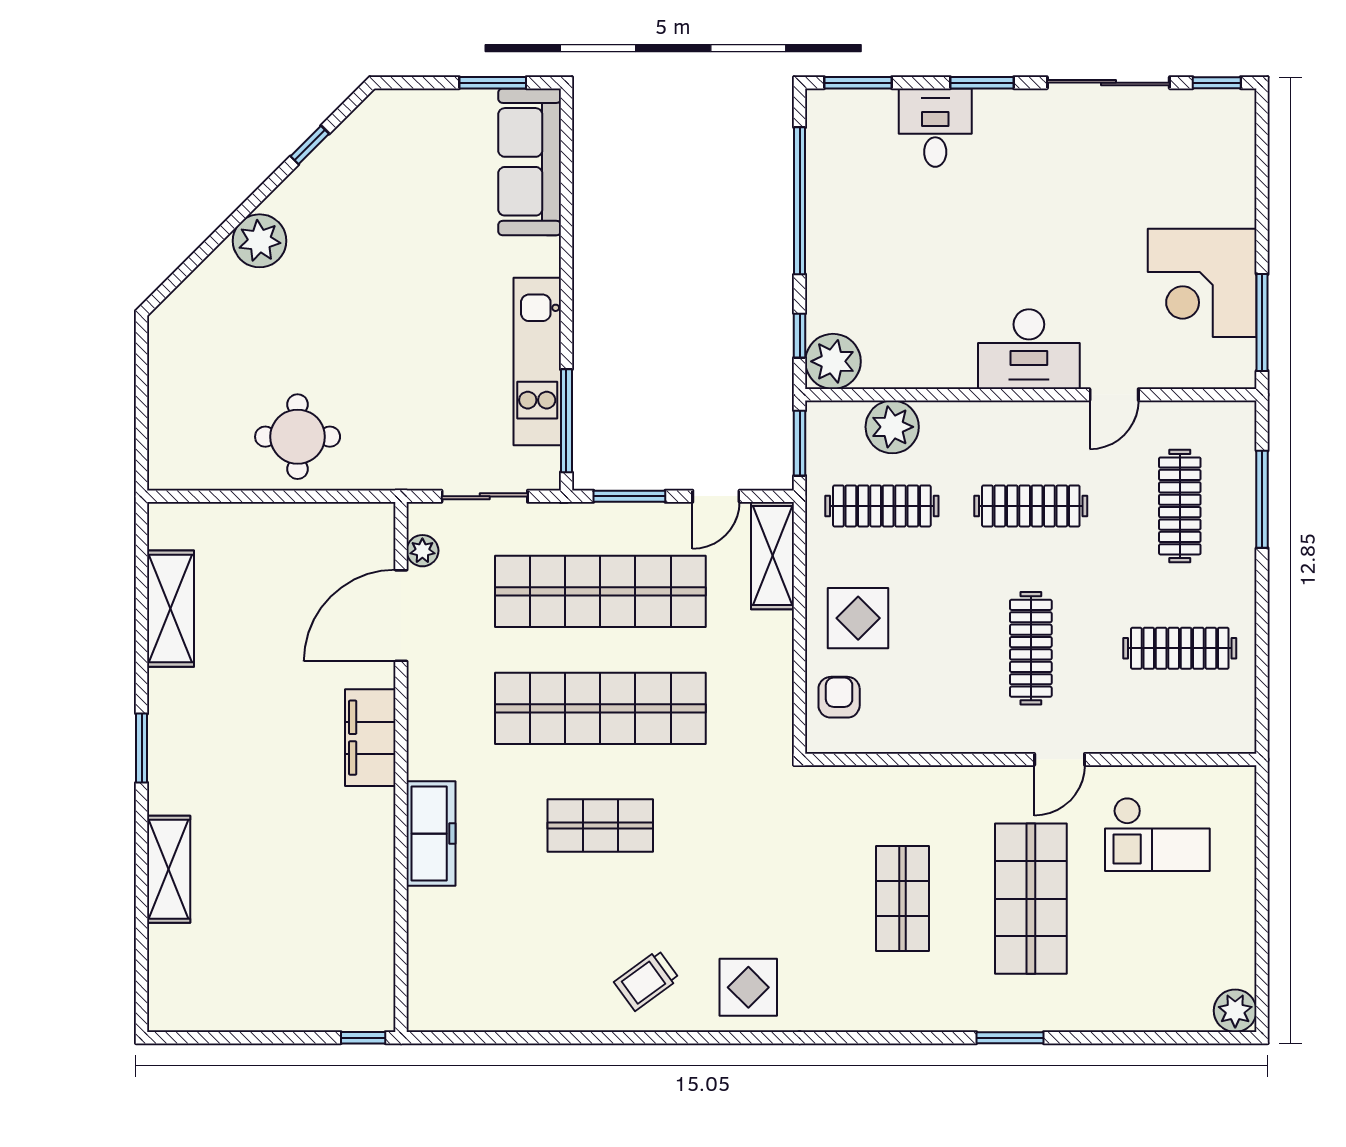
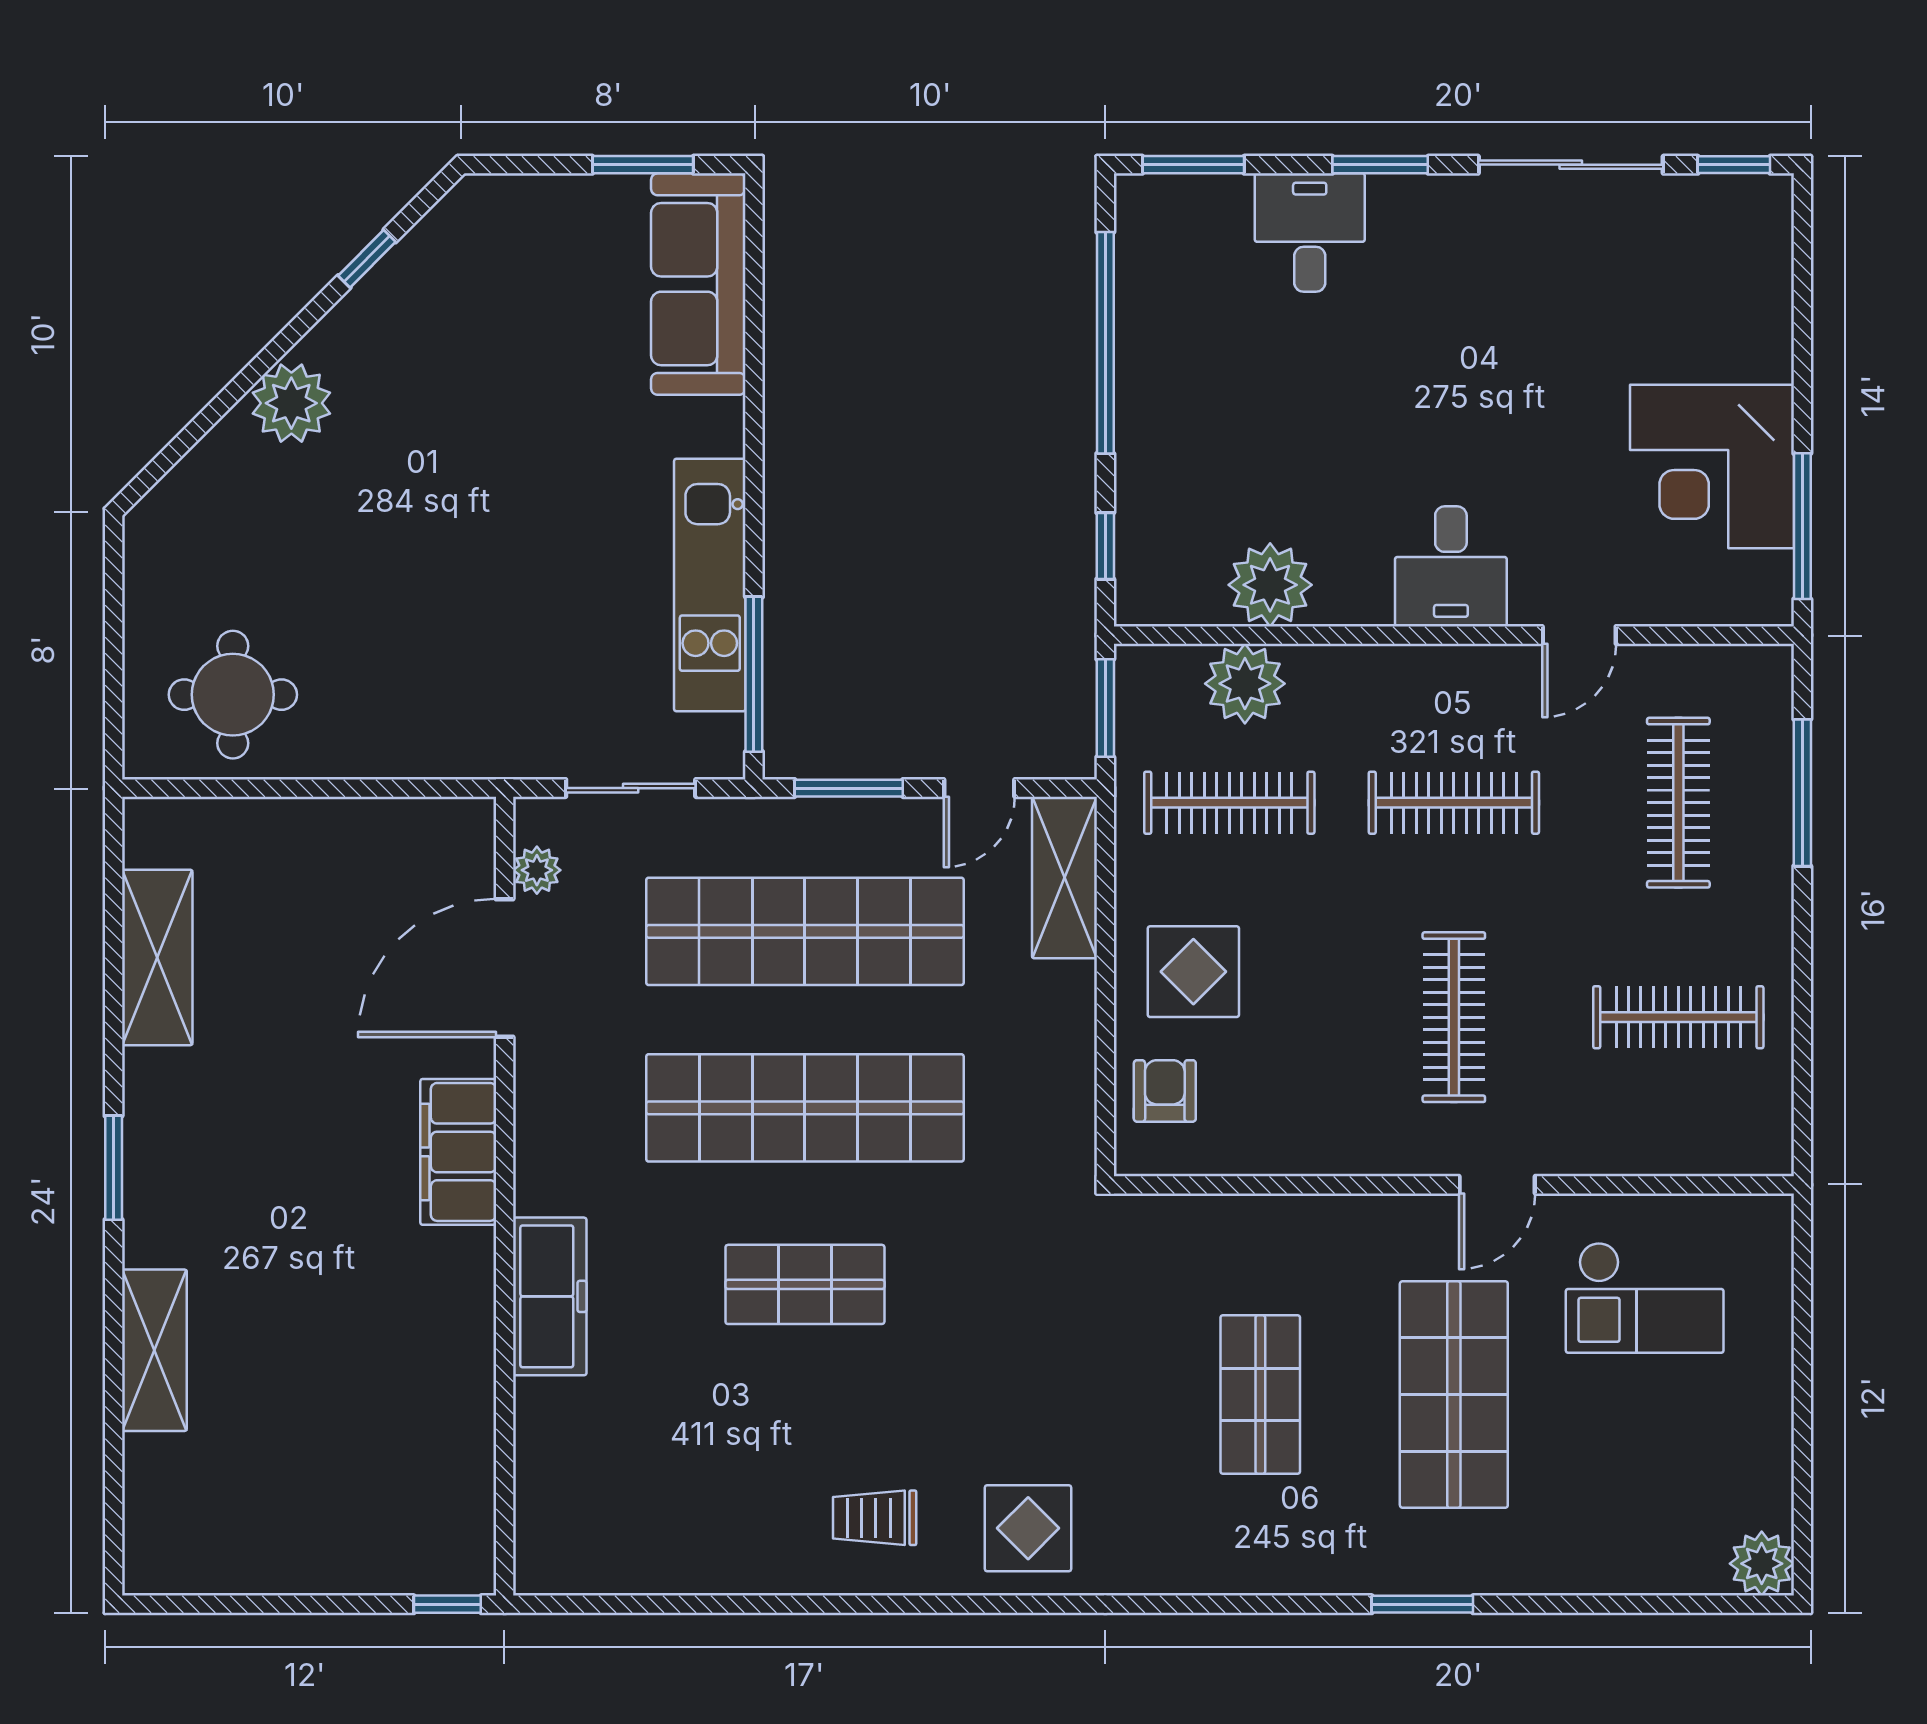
desk: (1029, 349) -> (1451, 566), width x0.73
plant: (833, 361) -> (1270, 585), moved
round table: (298, 437) -> (233, 695), moved
trolley: (647, 980) -> (875, 1518), turned 36

